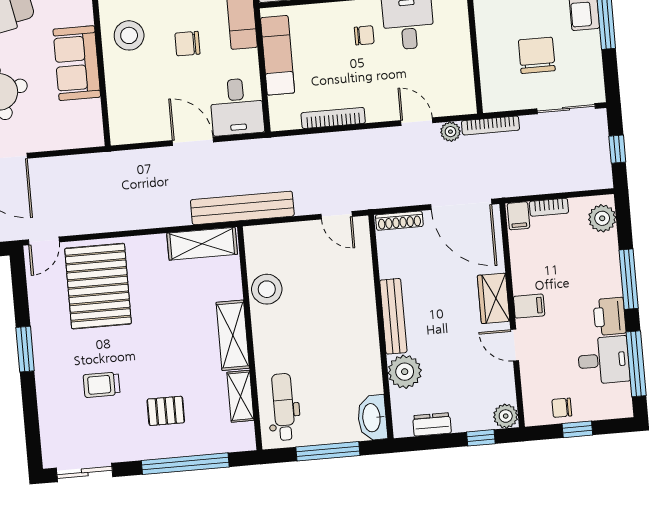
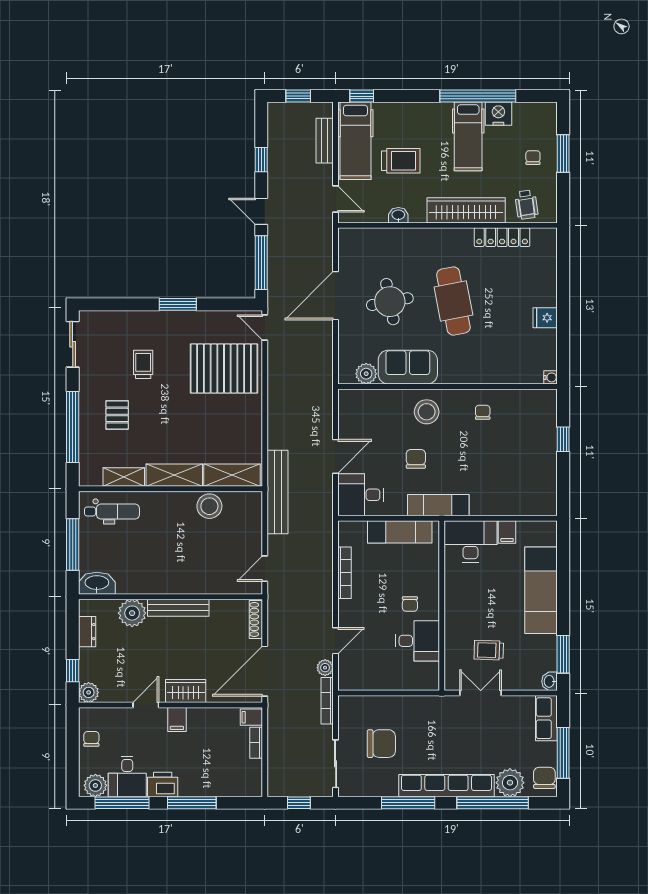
plant: (89, 113) -> (366, 374), added
plant: (602, 218) -> (95, 785), moved
shelving: (202, 244) -> (232, 475), moved, turned 90
window: (577, 429) -> (73, 750), removed

